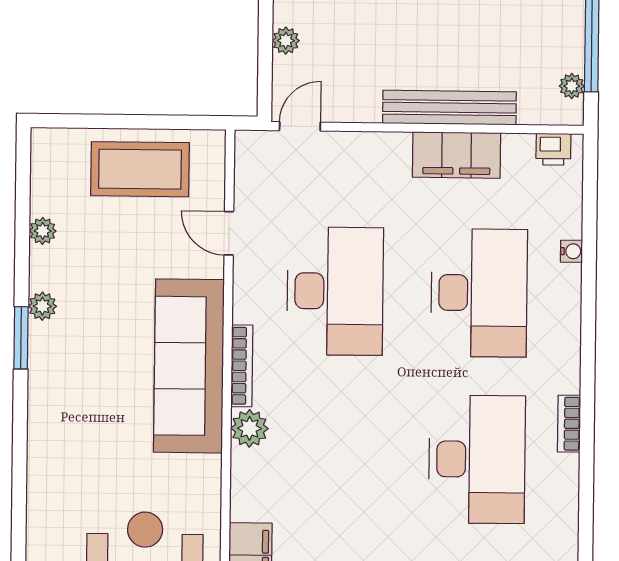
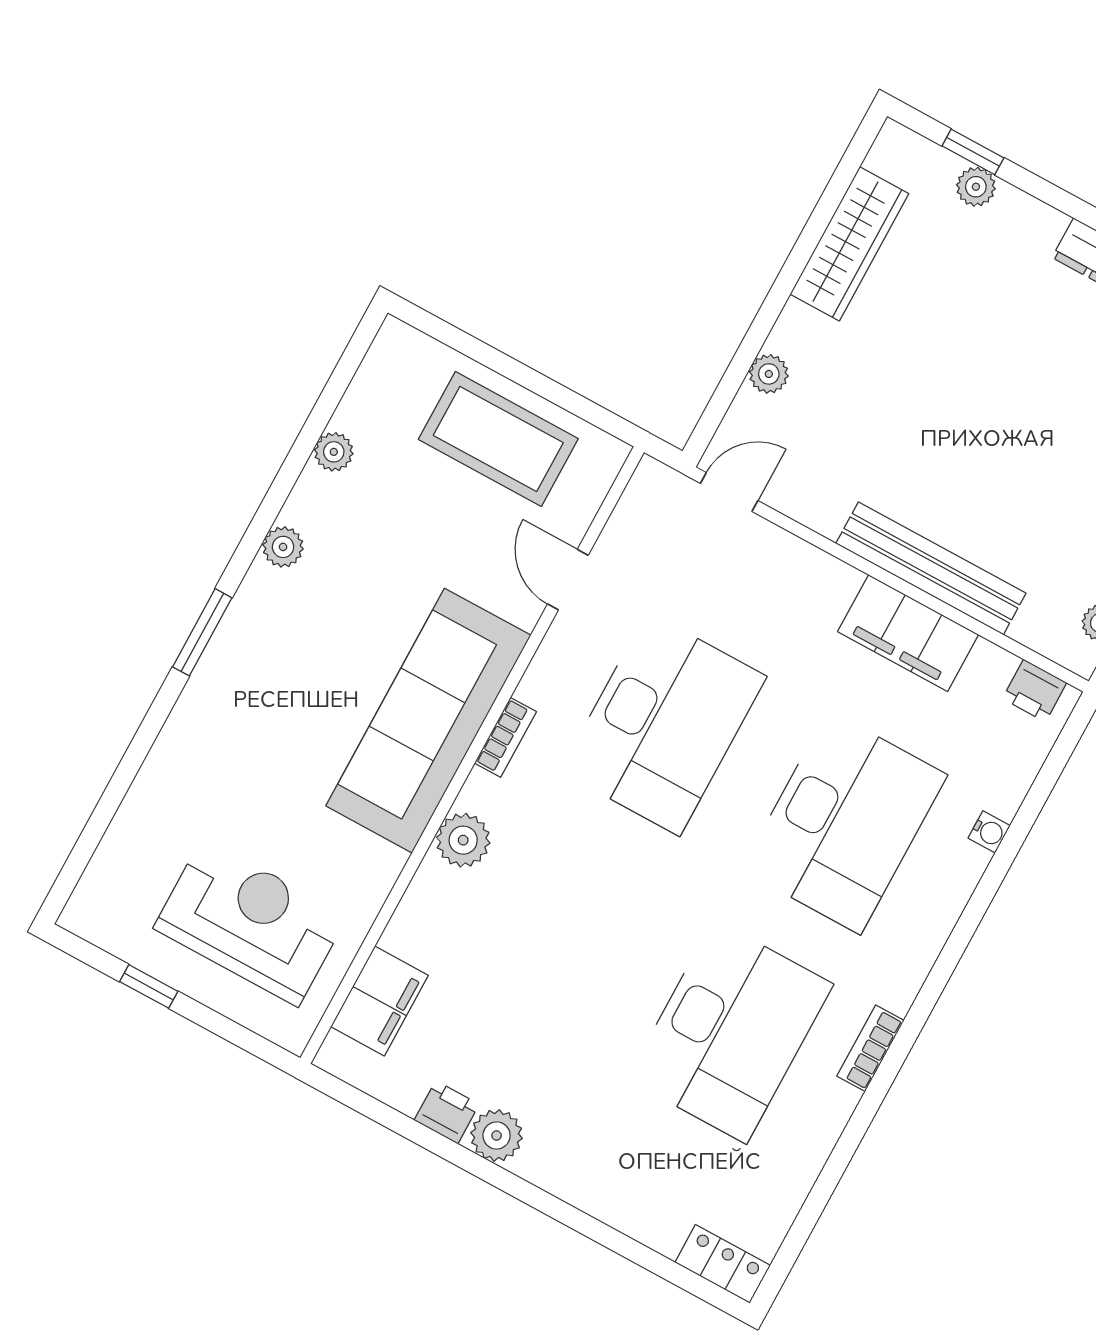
window: (21, 338) -> (202, 632), moved
bookcase: (242, 366) -> (505, 737), width x0.64

